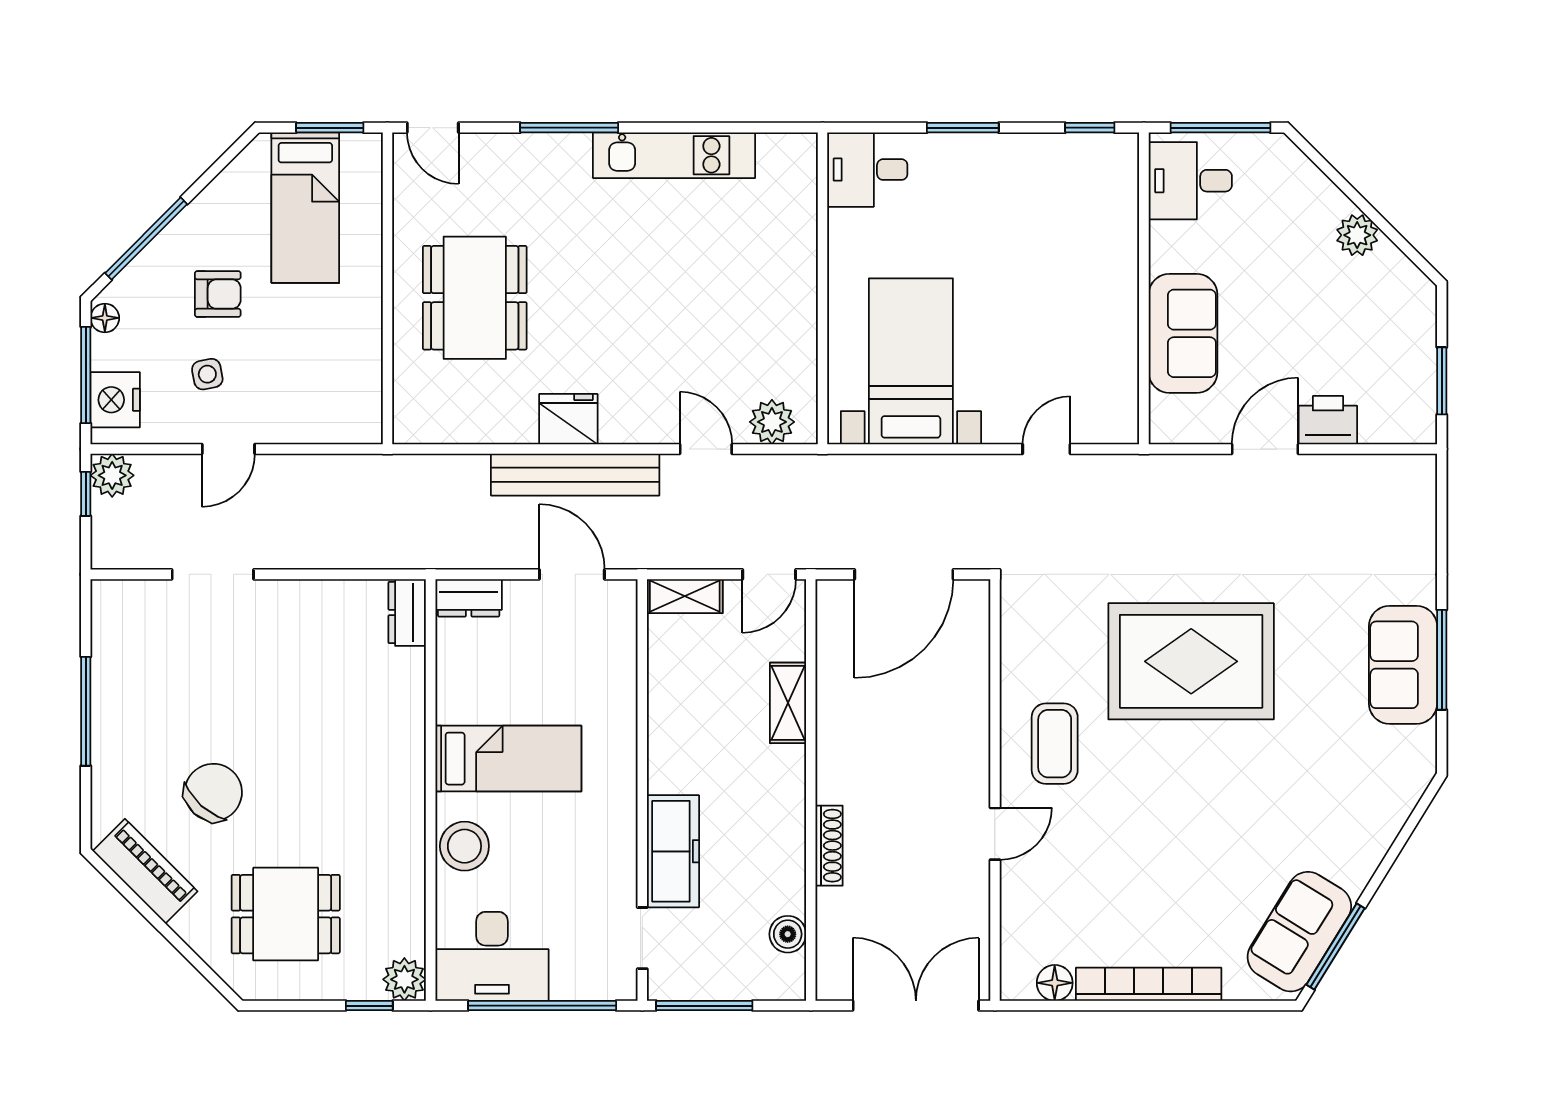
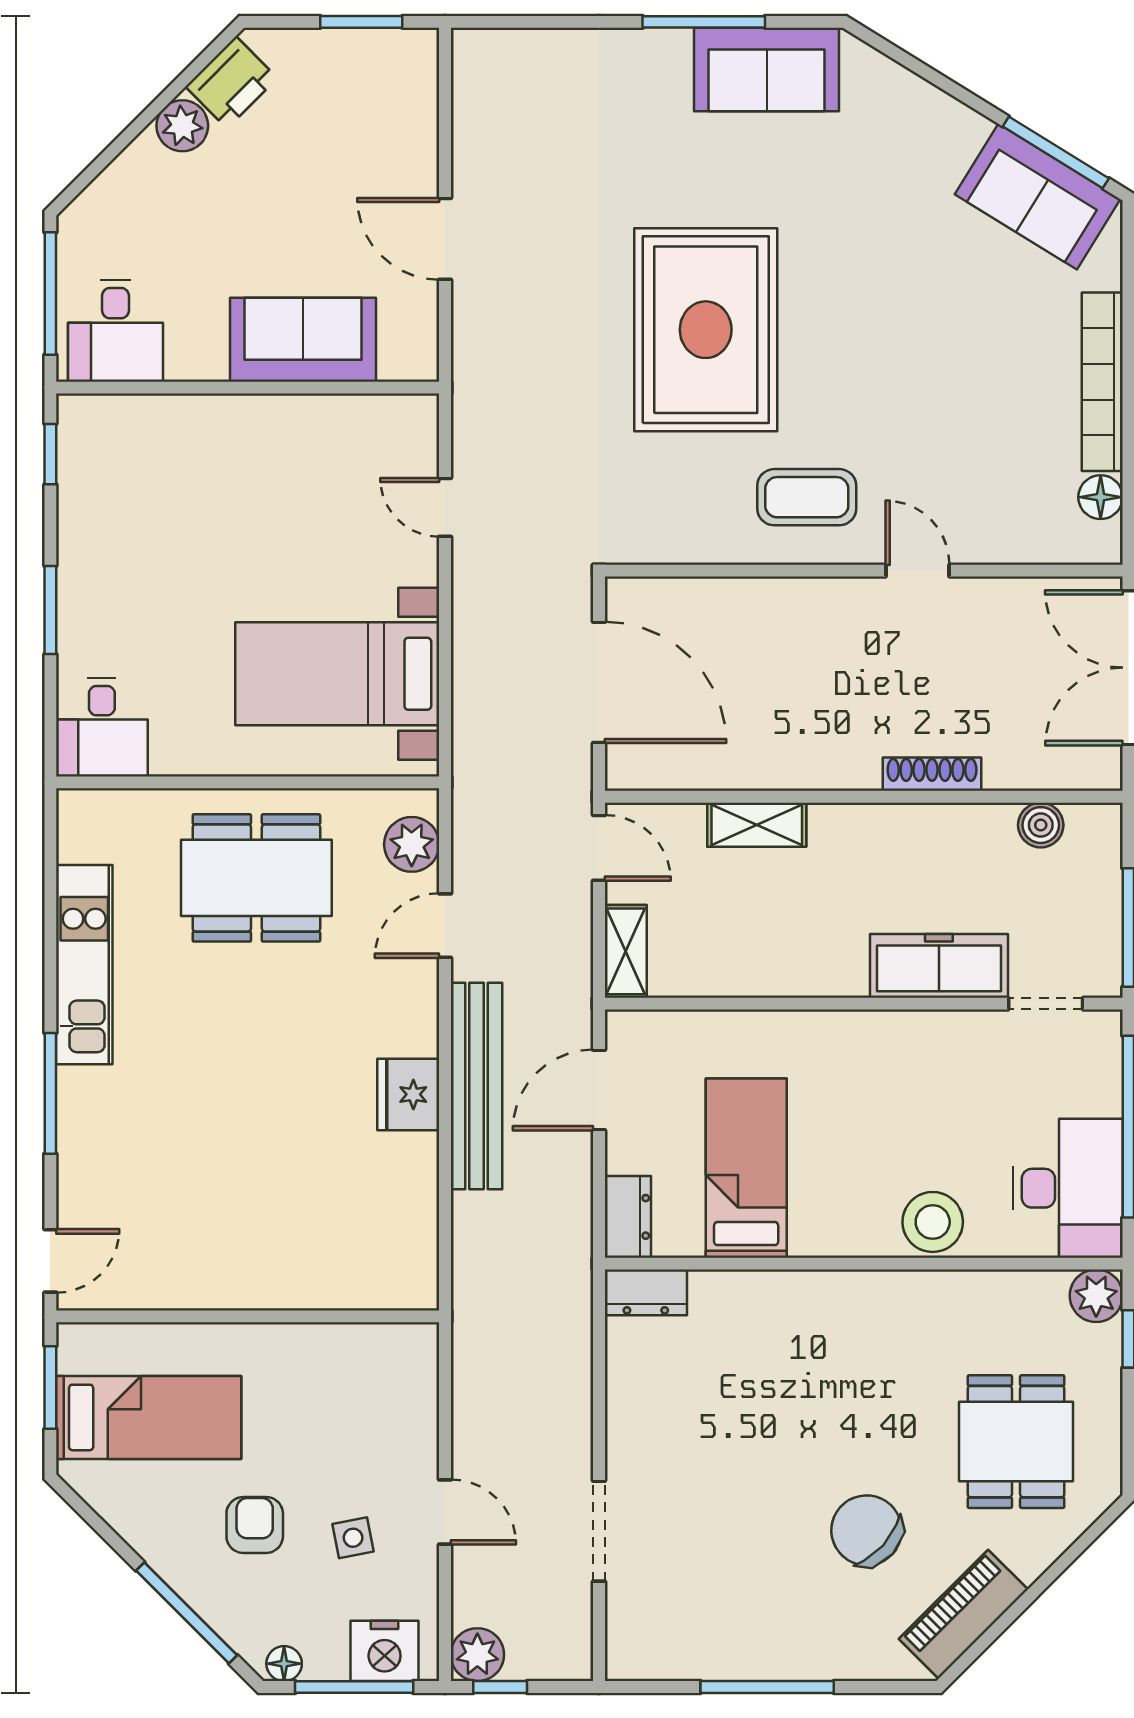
dining table: (475, 298) -> (256, 878), moved
printer: (1328, 420) -> (231, 82), moved, turned -135
sofa: (1403, 665) -> (767, 70), moved
bed: (508, 759) -> (746, 1168), moved

